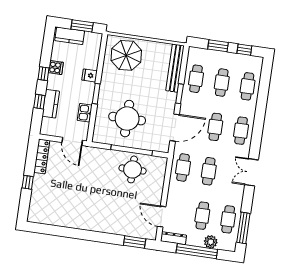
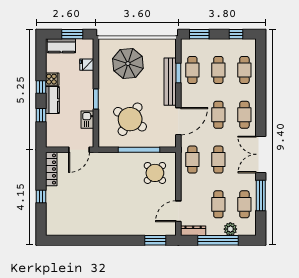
window: (218, 46) -> (199, 34), moved
parasol: (126, 55) -> (128, 64), moved
bench: (175, 68) -> (170, 82), moved
fridge: (90, 75) -> (87, 65), moved
window: (180, 94) -> (178, 73), moved
kitchen counter: (51, 104) -> (52, 100), moved
round table: (127, 119) -> (130, 119), turned 32
door: (72, 141) -> (79, 150), hinge flipped
round table: (133, 169) -> (155, 173), moved, turned 45
double door: (252, 172) -> (261, 154), width x1.37
door: (162, 217) -> (178, 211), hinge flipped
window: (243, 228) -> (261, 195), moved

